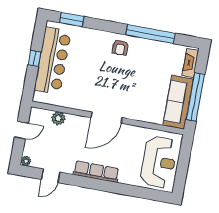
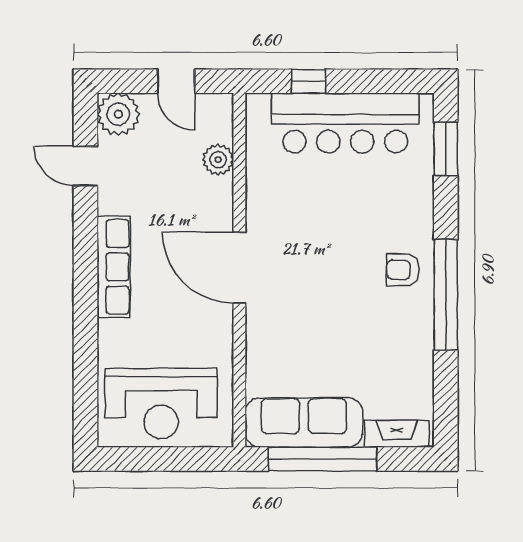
window: (150, 34) -> (446, 295), moved
window: (35, 58) -> (309, 81), moved
plant: (26, 161) -> (118, 114), width x1.87, depth x1.87

